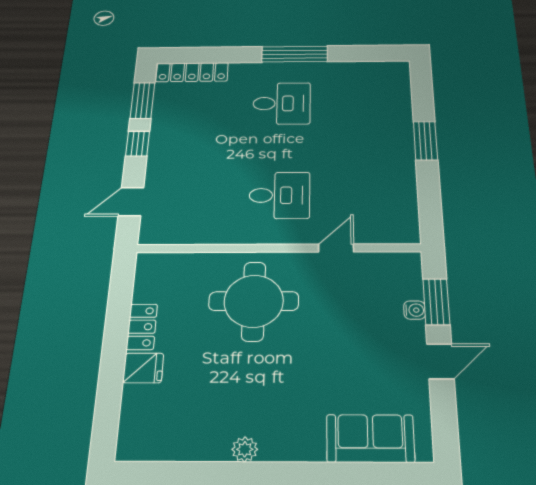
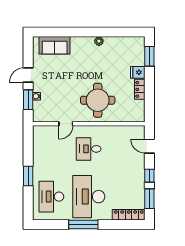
desk: (282, 103) -> (89, 197), width x1.87, depth x1.30
desk: (368, 103) -> (51, 197), added
door: (131, 202) -> (149, 146), swing flipped
window: (107, 409) -> (149, 56), added

